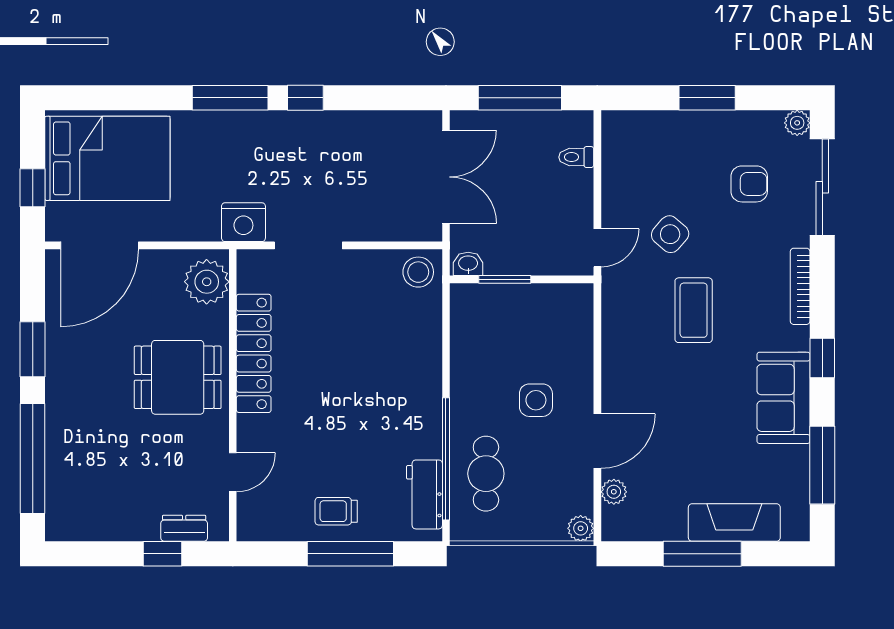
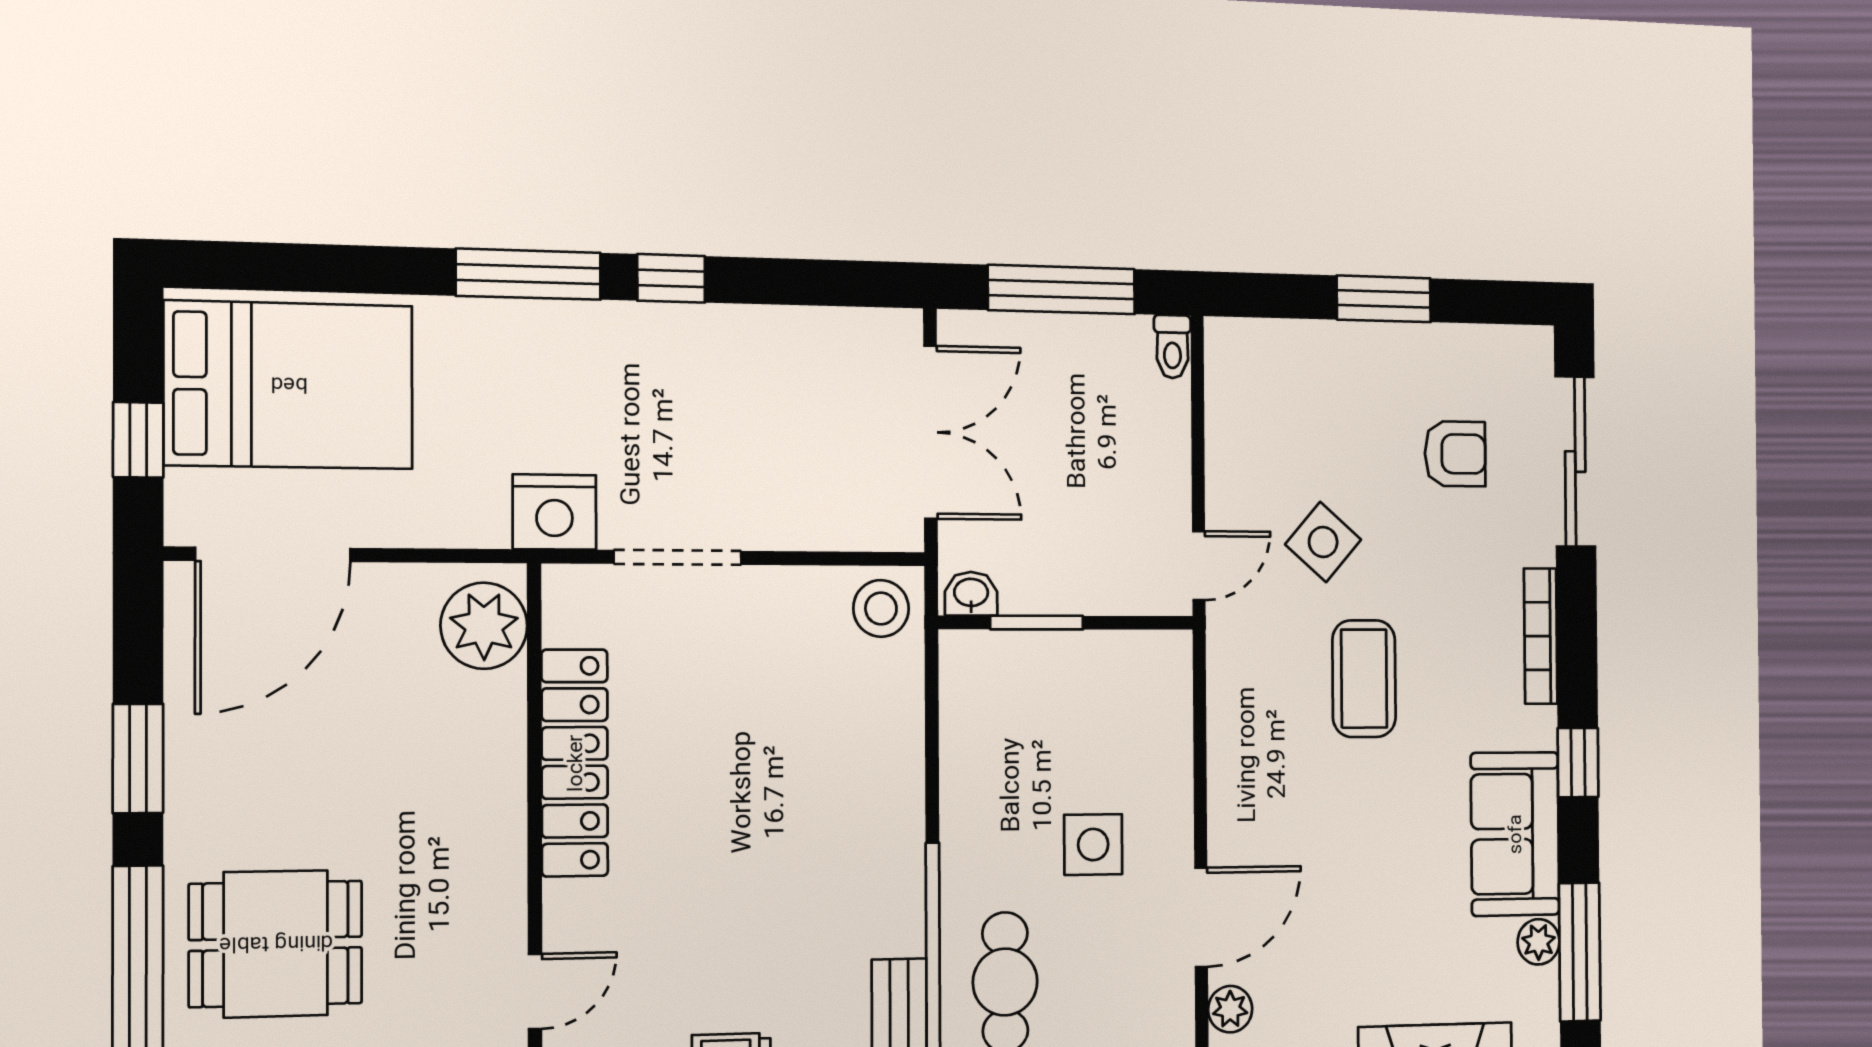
plant: (797, 123) -> (1539, 942), moved
toilet: (576, 157) -> (1172, 347), moved, turned -90
dining table: (178, 377) -> (276, 944), moved

